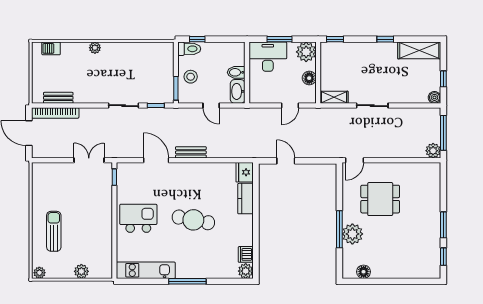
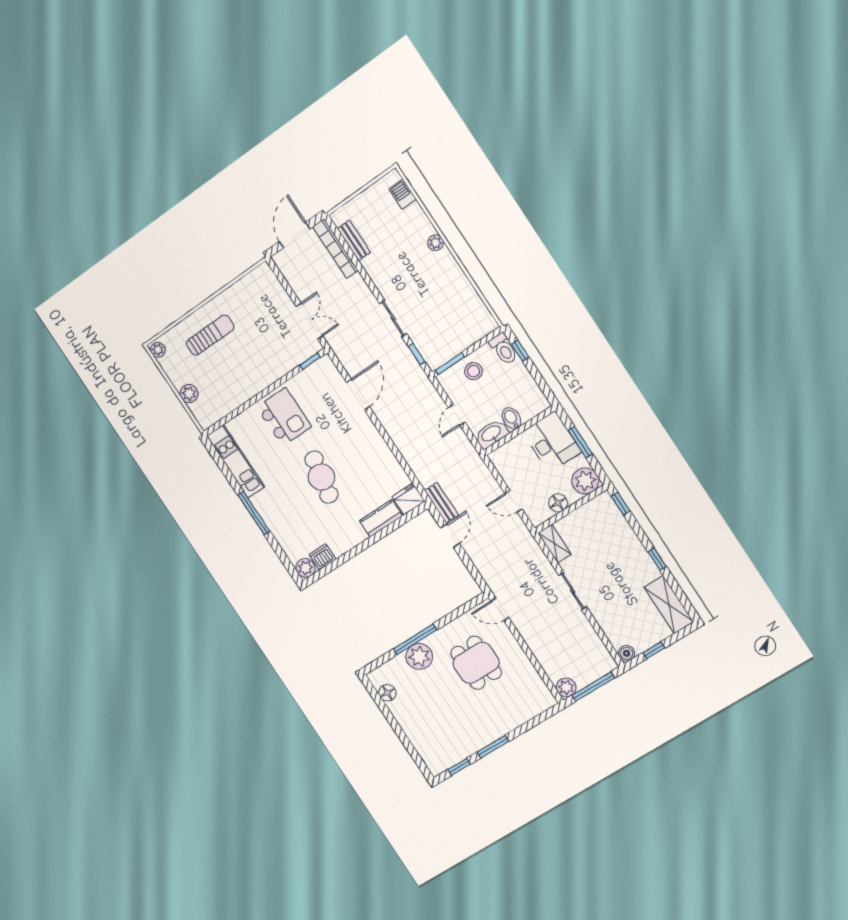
bench: (191, 152) -> (441, 503), moved

